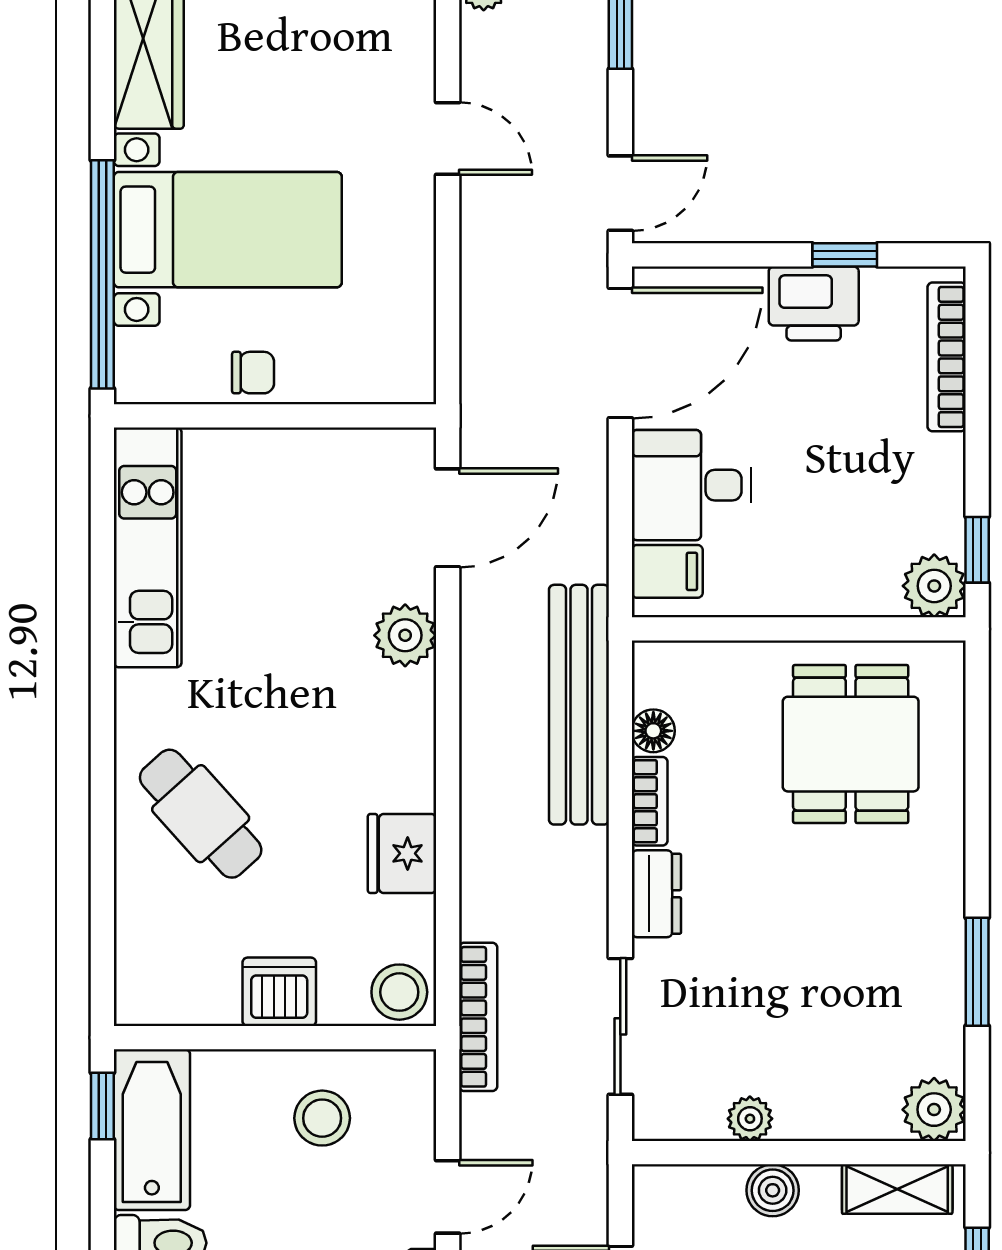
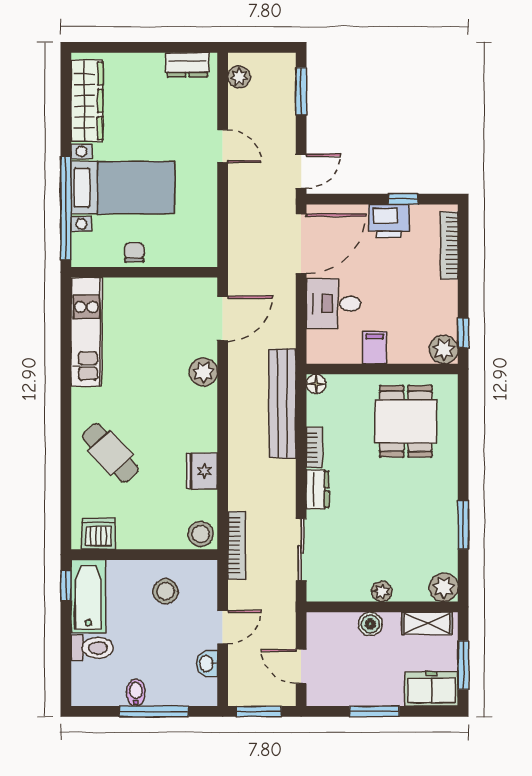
chair: (253, 373) -> (134, 253), turned -90
filing cabinet: (667, 571) -> (375, 348), moved, turned -90
floor lamp: (653, 731) -> (316, 384), moved
dishwasher: (279, 992) -> (98, 534), moved
plant: (750, 1119) -> (382, 591), moved

